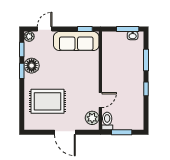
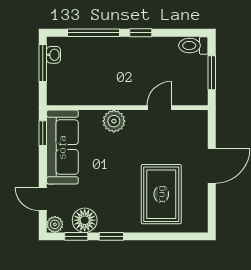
window: (146, 60) -> (93, 33), width x1.44
floor lamp: (32, 66) -> (85, 220), moved
door: (100, 100) -> (159, 108), hinge flipped
plant: (92, 118) -> (114, 121), moved
toilet: (107, 121) -> (193, 46), moved

